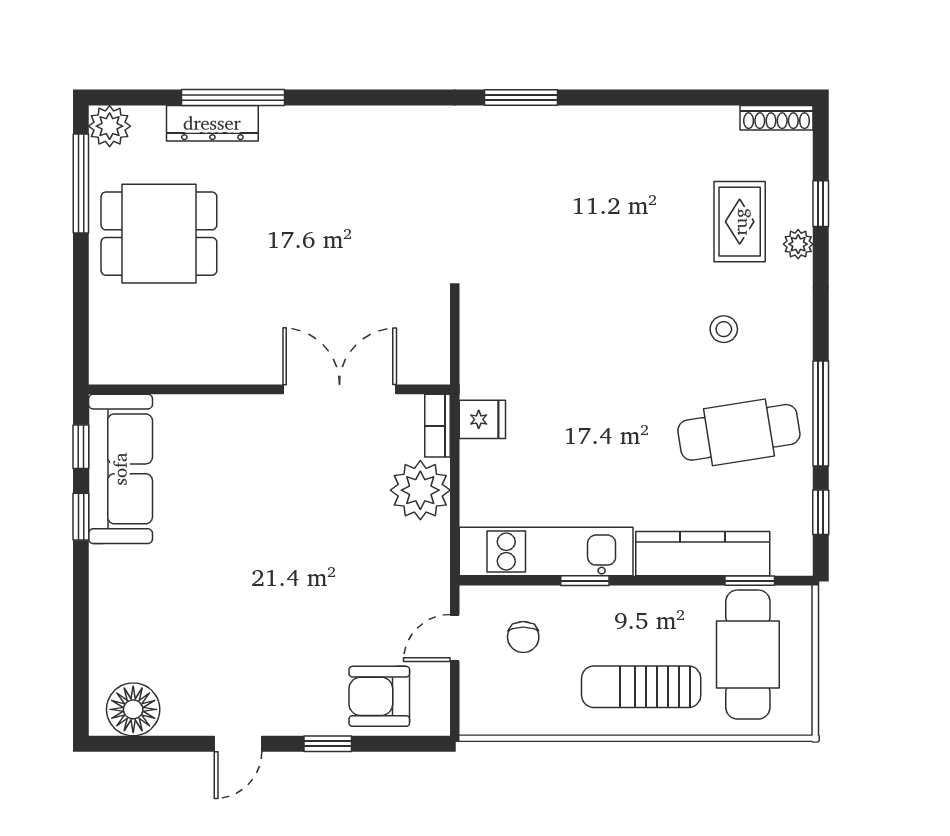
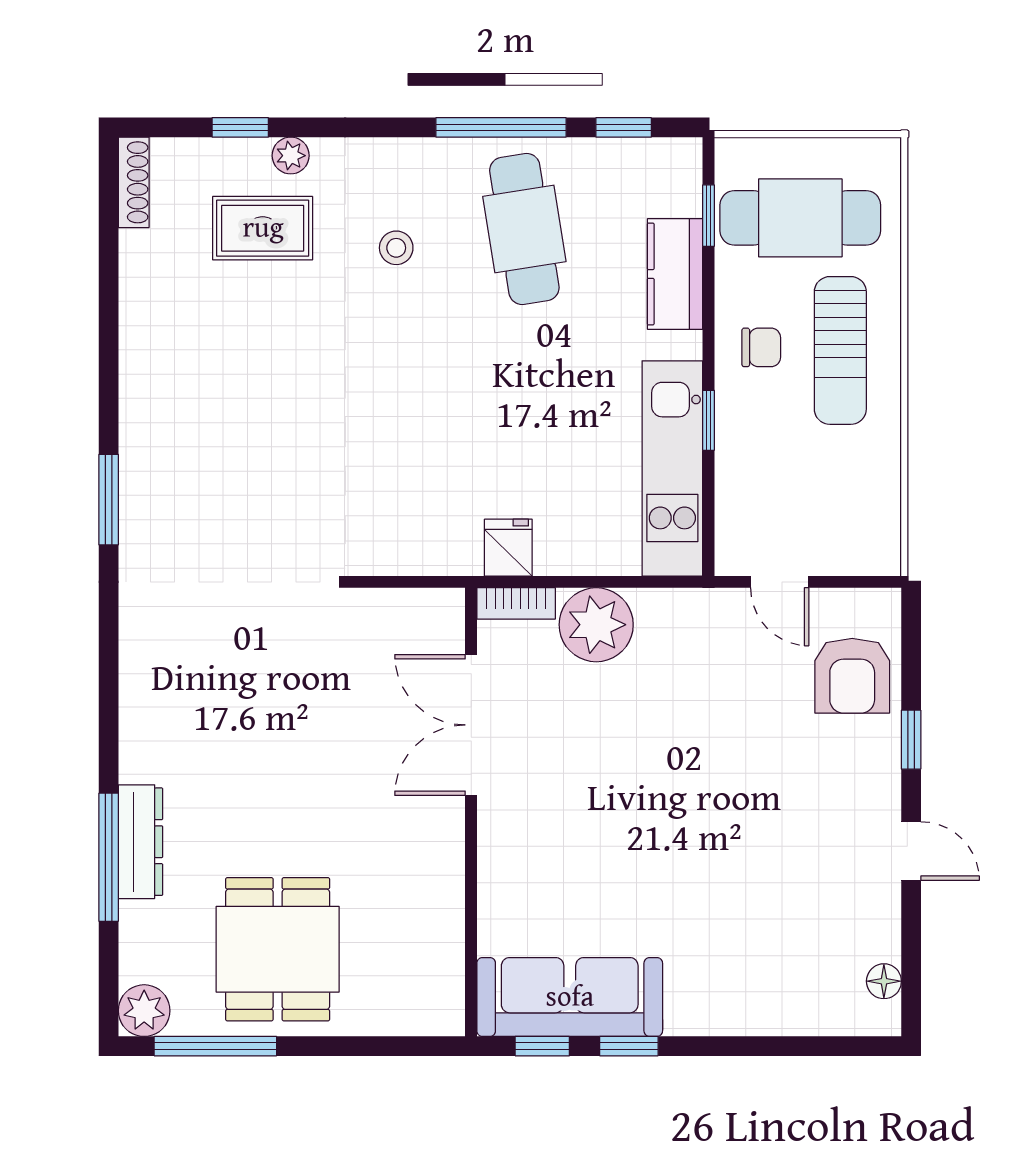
dresser: (212, 123) -> (141, 842), moved
kitchen counter: (703, 554) -> (675, 274), width x0.67
chair: (523, 637) -> (761, 347), moved
floor lamp: (133, 709) -> (884, 981), width x0.53, depth x0.53

